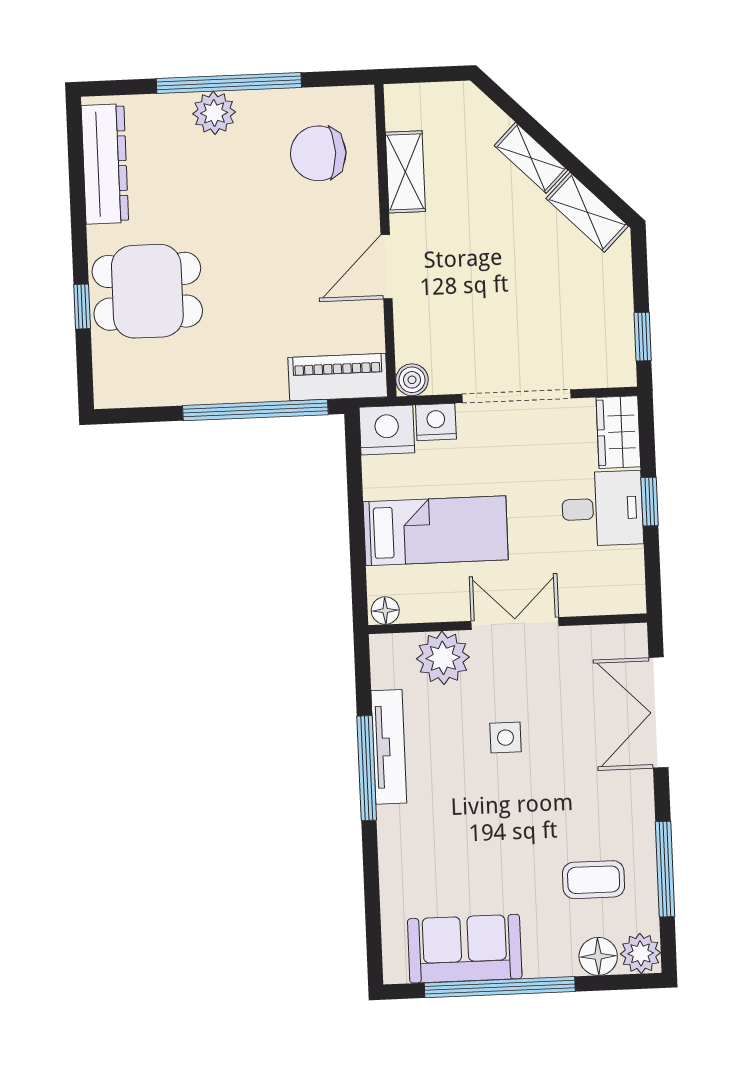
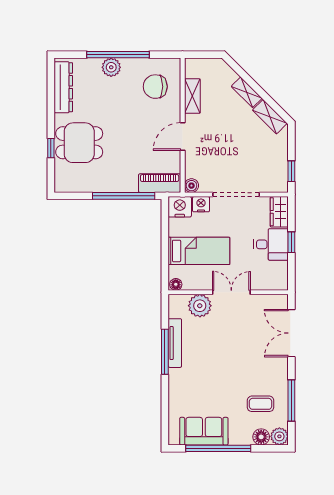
side table: (506, 738) -> (225, 341), removed

